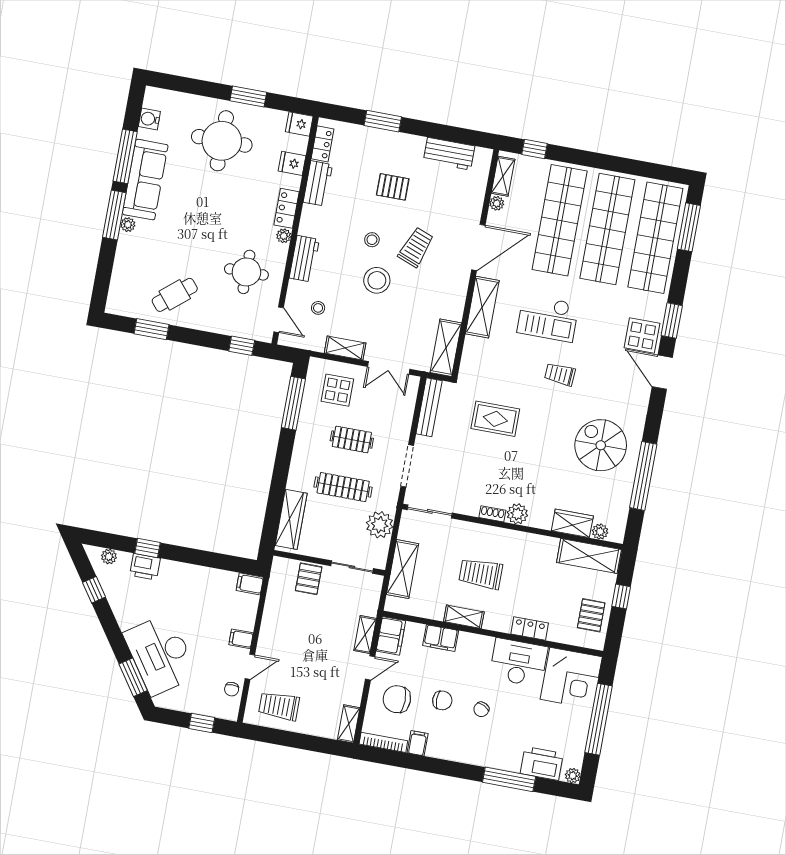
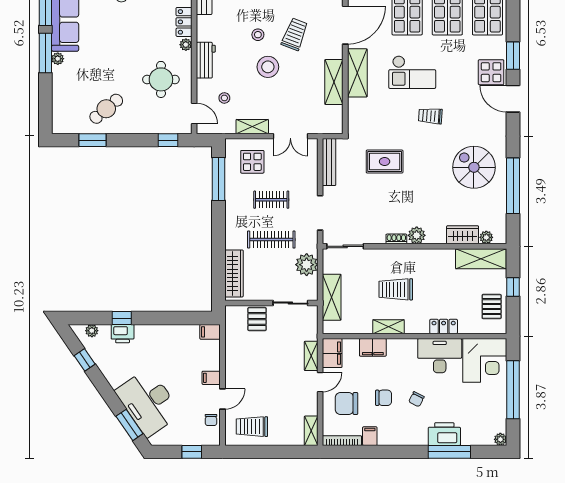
shelving: (446, 348) -> (334, 82), moved
printer: (542, 763) -> (444, 434), moved

